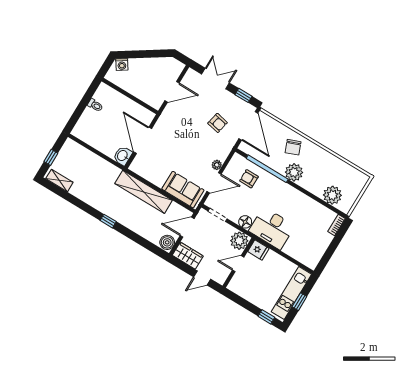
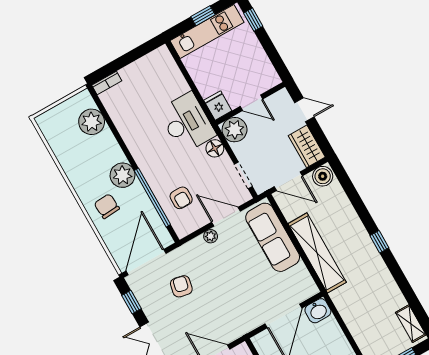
chair: (293, 147) -> (107, 206), turned -73
sofa: (183, 190) -> (273, 237), width x1.36

